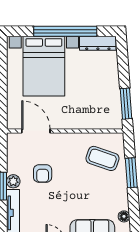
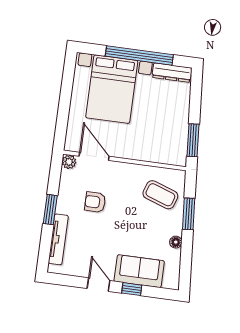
armchair: (43, 174) -> (95, 202), turned 90
plant: (13, 181) -> (69, 162), moved
floor lamp: (124, 216) -> (176, 242), moved

